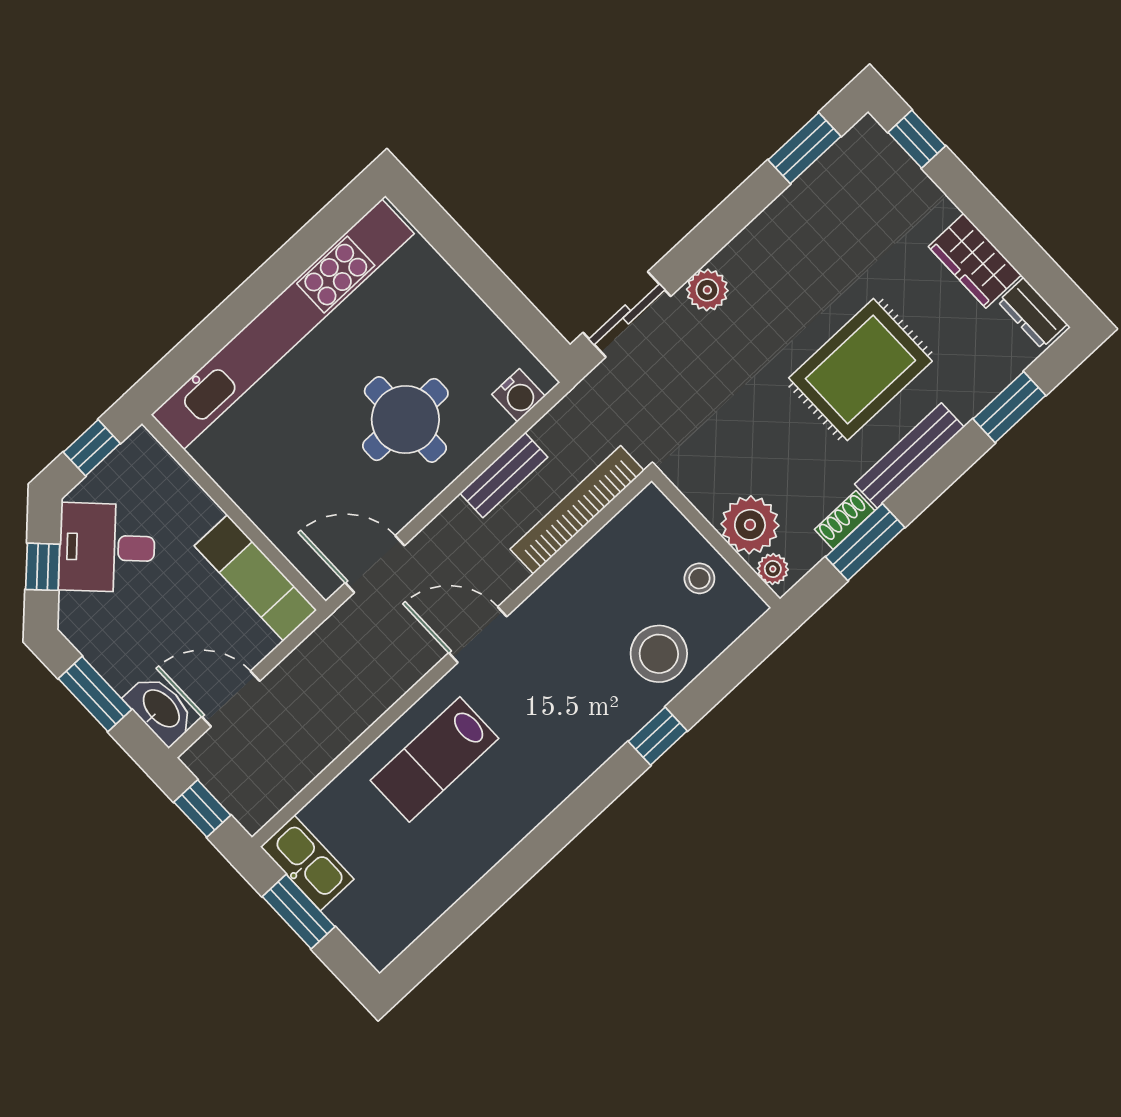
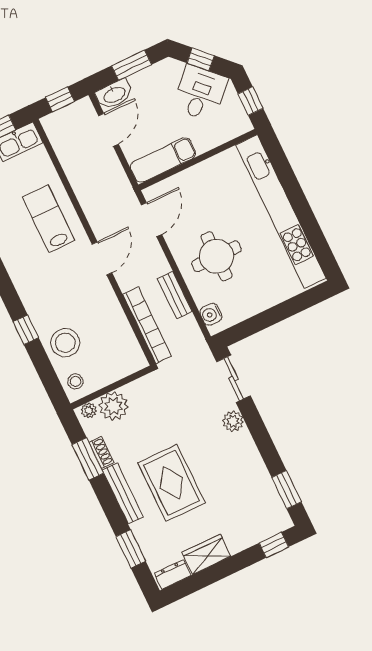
stool: (699, 578) -> (75, 381), moved

